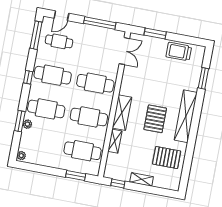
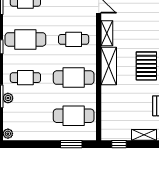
cafe table: (95, 83) -> (74, 39), width x0.73, depth x0.74
cafe table: (46, 109) -> (25, 78), width x0.73, depth x0.74
shelving: (115, 141) -> (107, 33), moved

